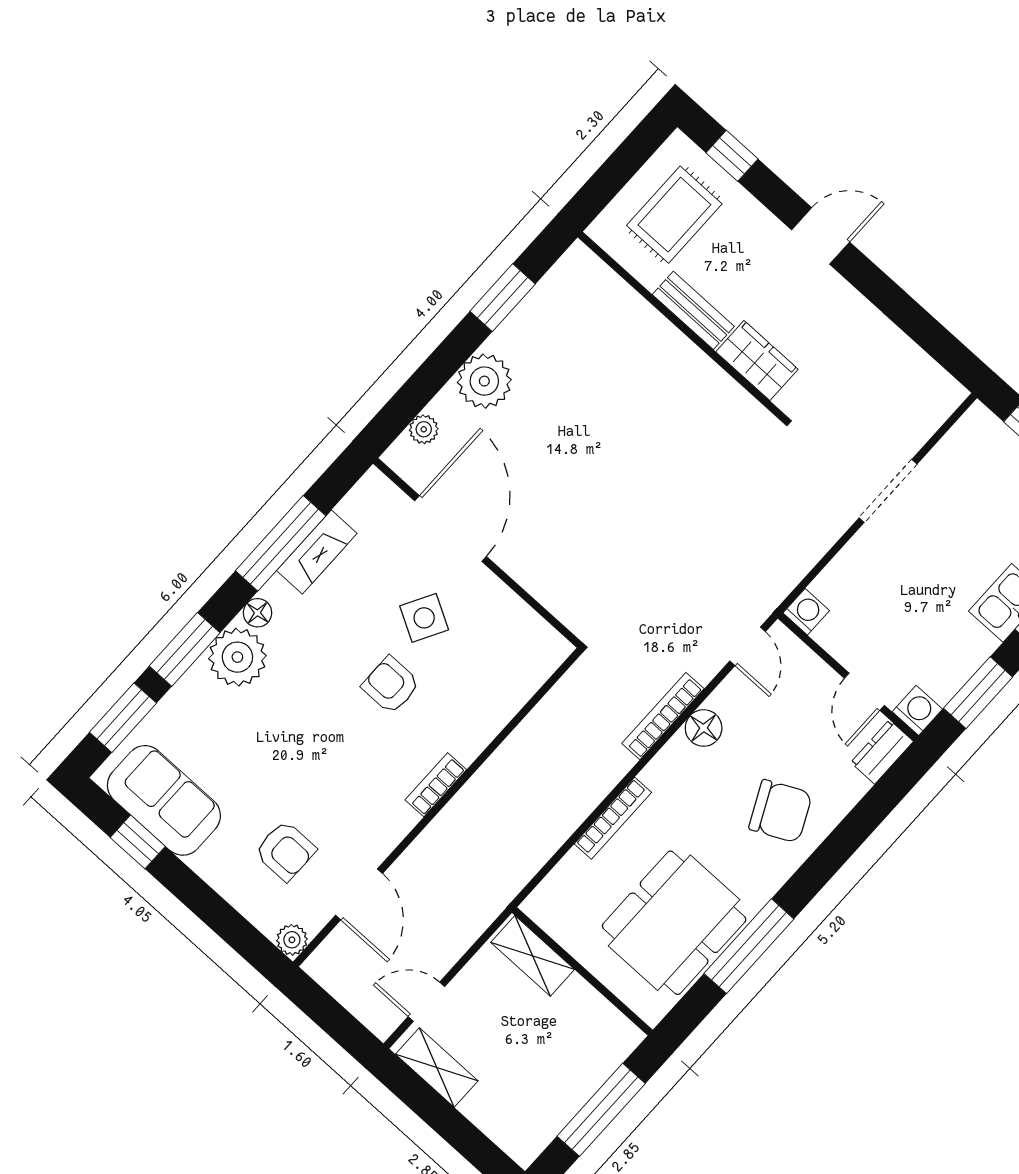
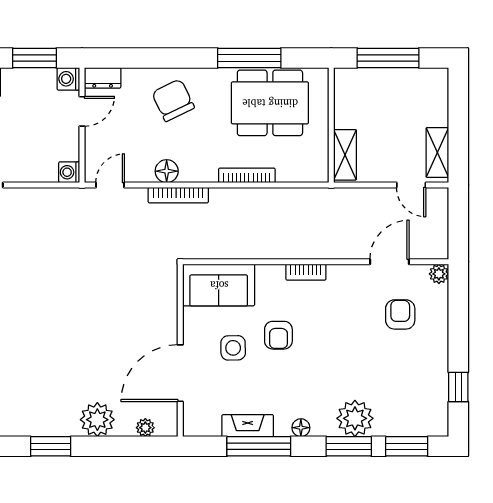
side table: (424, 618) -> (233, 348), turned -30
plant: (237, 657) -> (355, 418), moved
sofa: (164, 800) -> (219, 285), moved, turned -90

